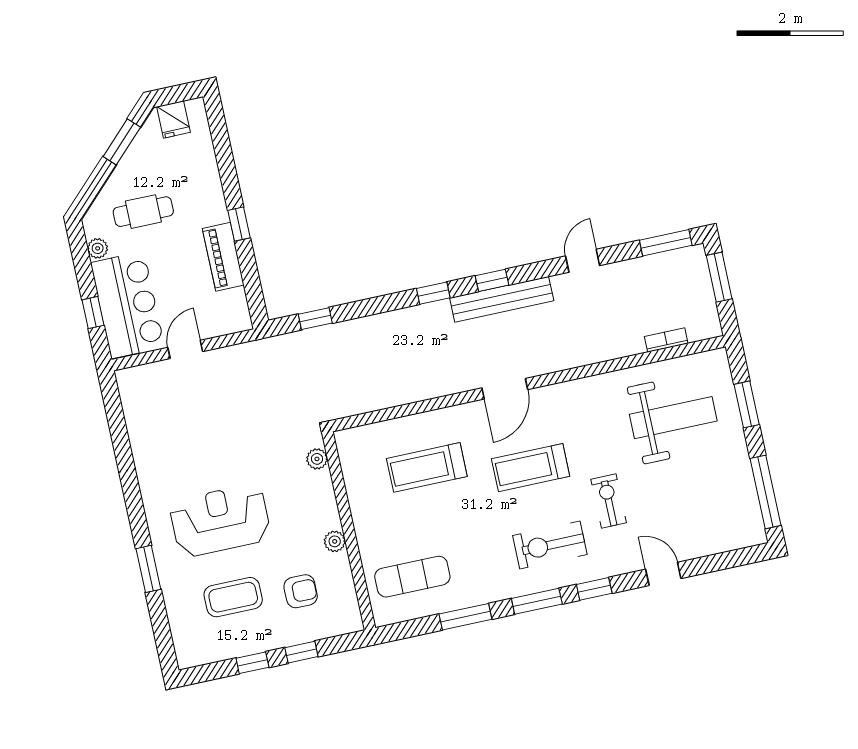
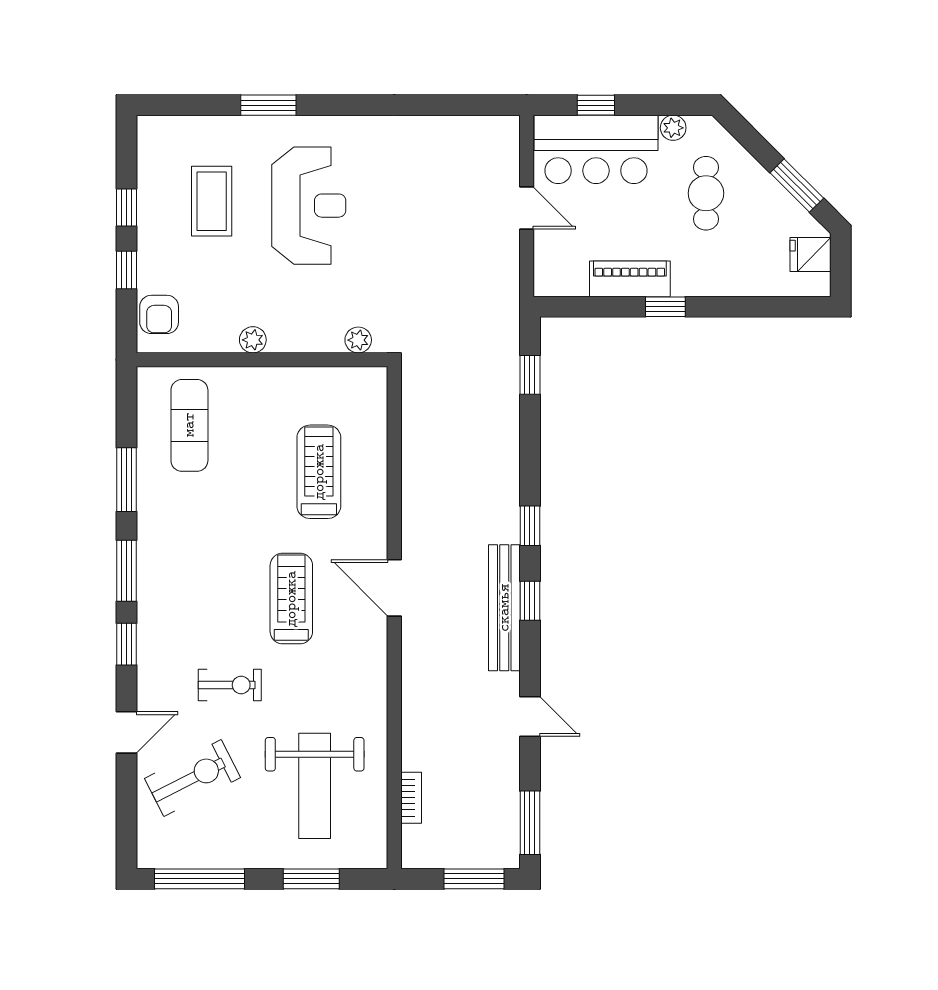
exercise bike: (550, 545) -> (193, 778), moved, turned 63
armchair: (301, 591) -> (159, 314), moved

